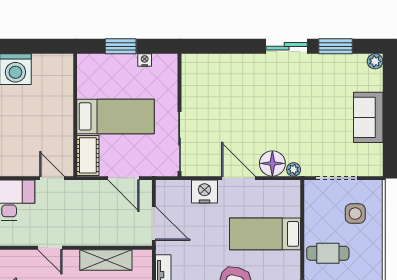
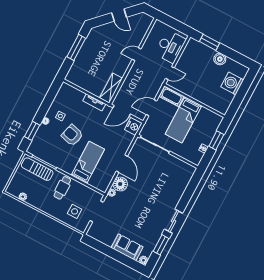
sofa: (368, 117) -> (127, 247), moved
door: (238, 178) -> (122, 164), hinge flipped
nightstand: (204, 192) -> (133, 126), moved
shelving: (106, 260) -> (111, 88), moved

